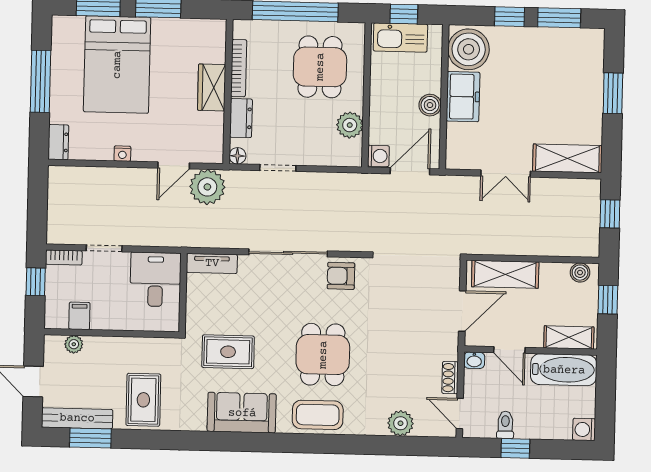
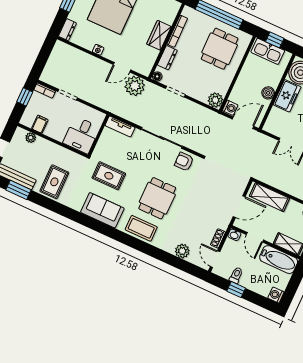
plant: (350, 125) -> (215, 100), moved
desk: (155, 279) -> (81, 135), moved, turned 180

